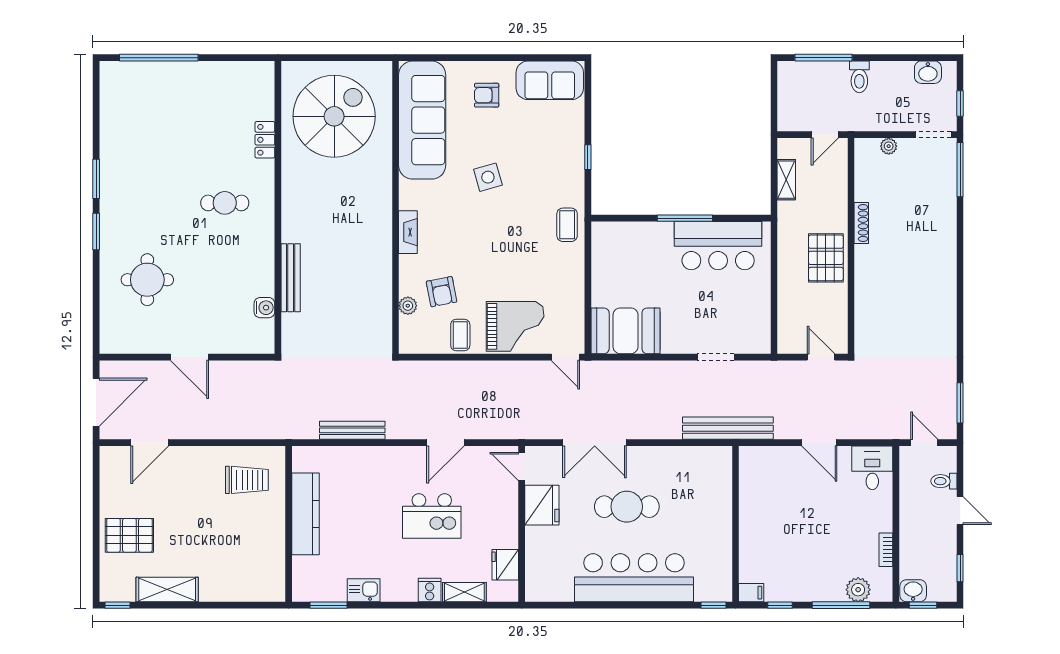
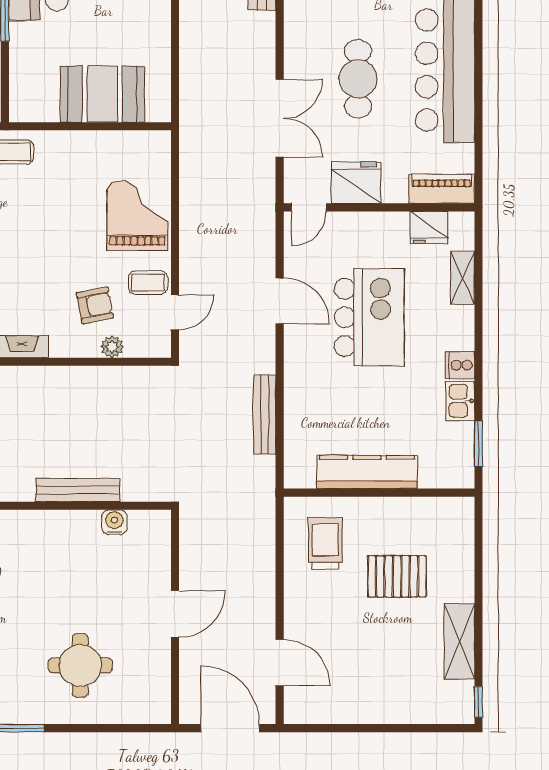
booth: (626, 331) -> (102, 94), moved, turned 90
door: (565, 357) -> (175, 312), moved
kitchen island: (432, 516) -> (369, 317), width x1.37, depth x1.28
pallet: (129, 535) -> (397, 576), moved, turned 90
piano: (537, 575) -> (442, 189), added
cooker: (430, 590) -> (460, 365), moved

